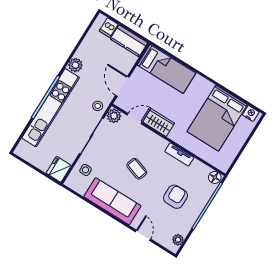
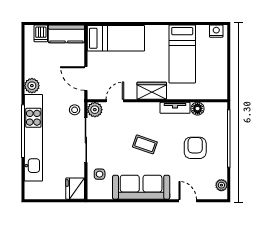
bed: (217, 118) -> (182, 54), width x0.67
wardrobe: (159, 123) -> (152, 91), moved
floor lamp: (215, 177) -> (198, 109), moved

